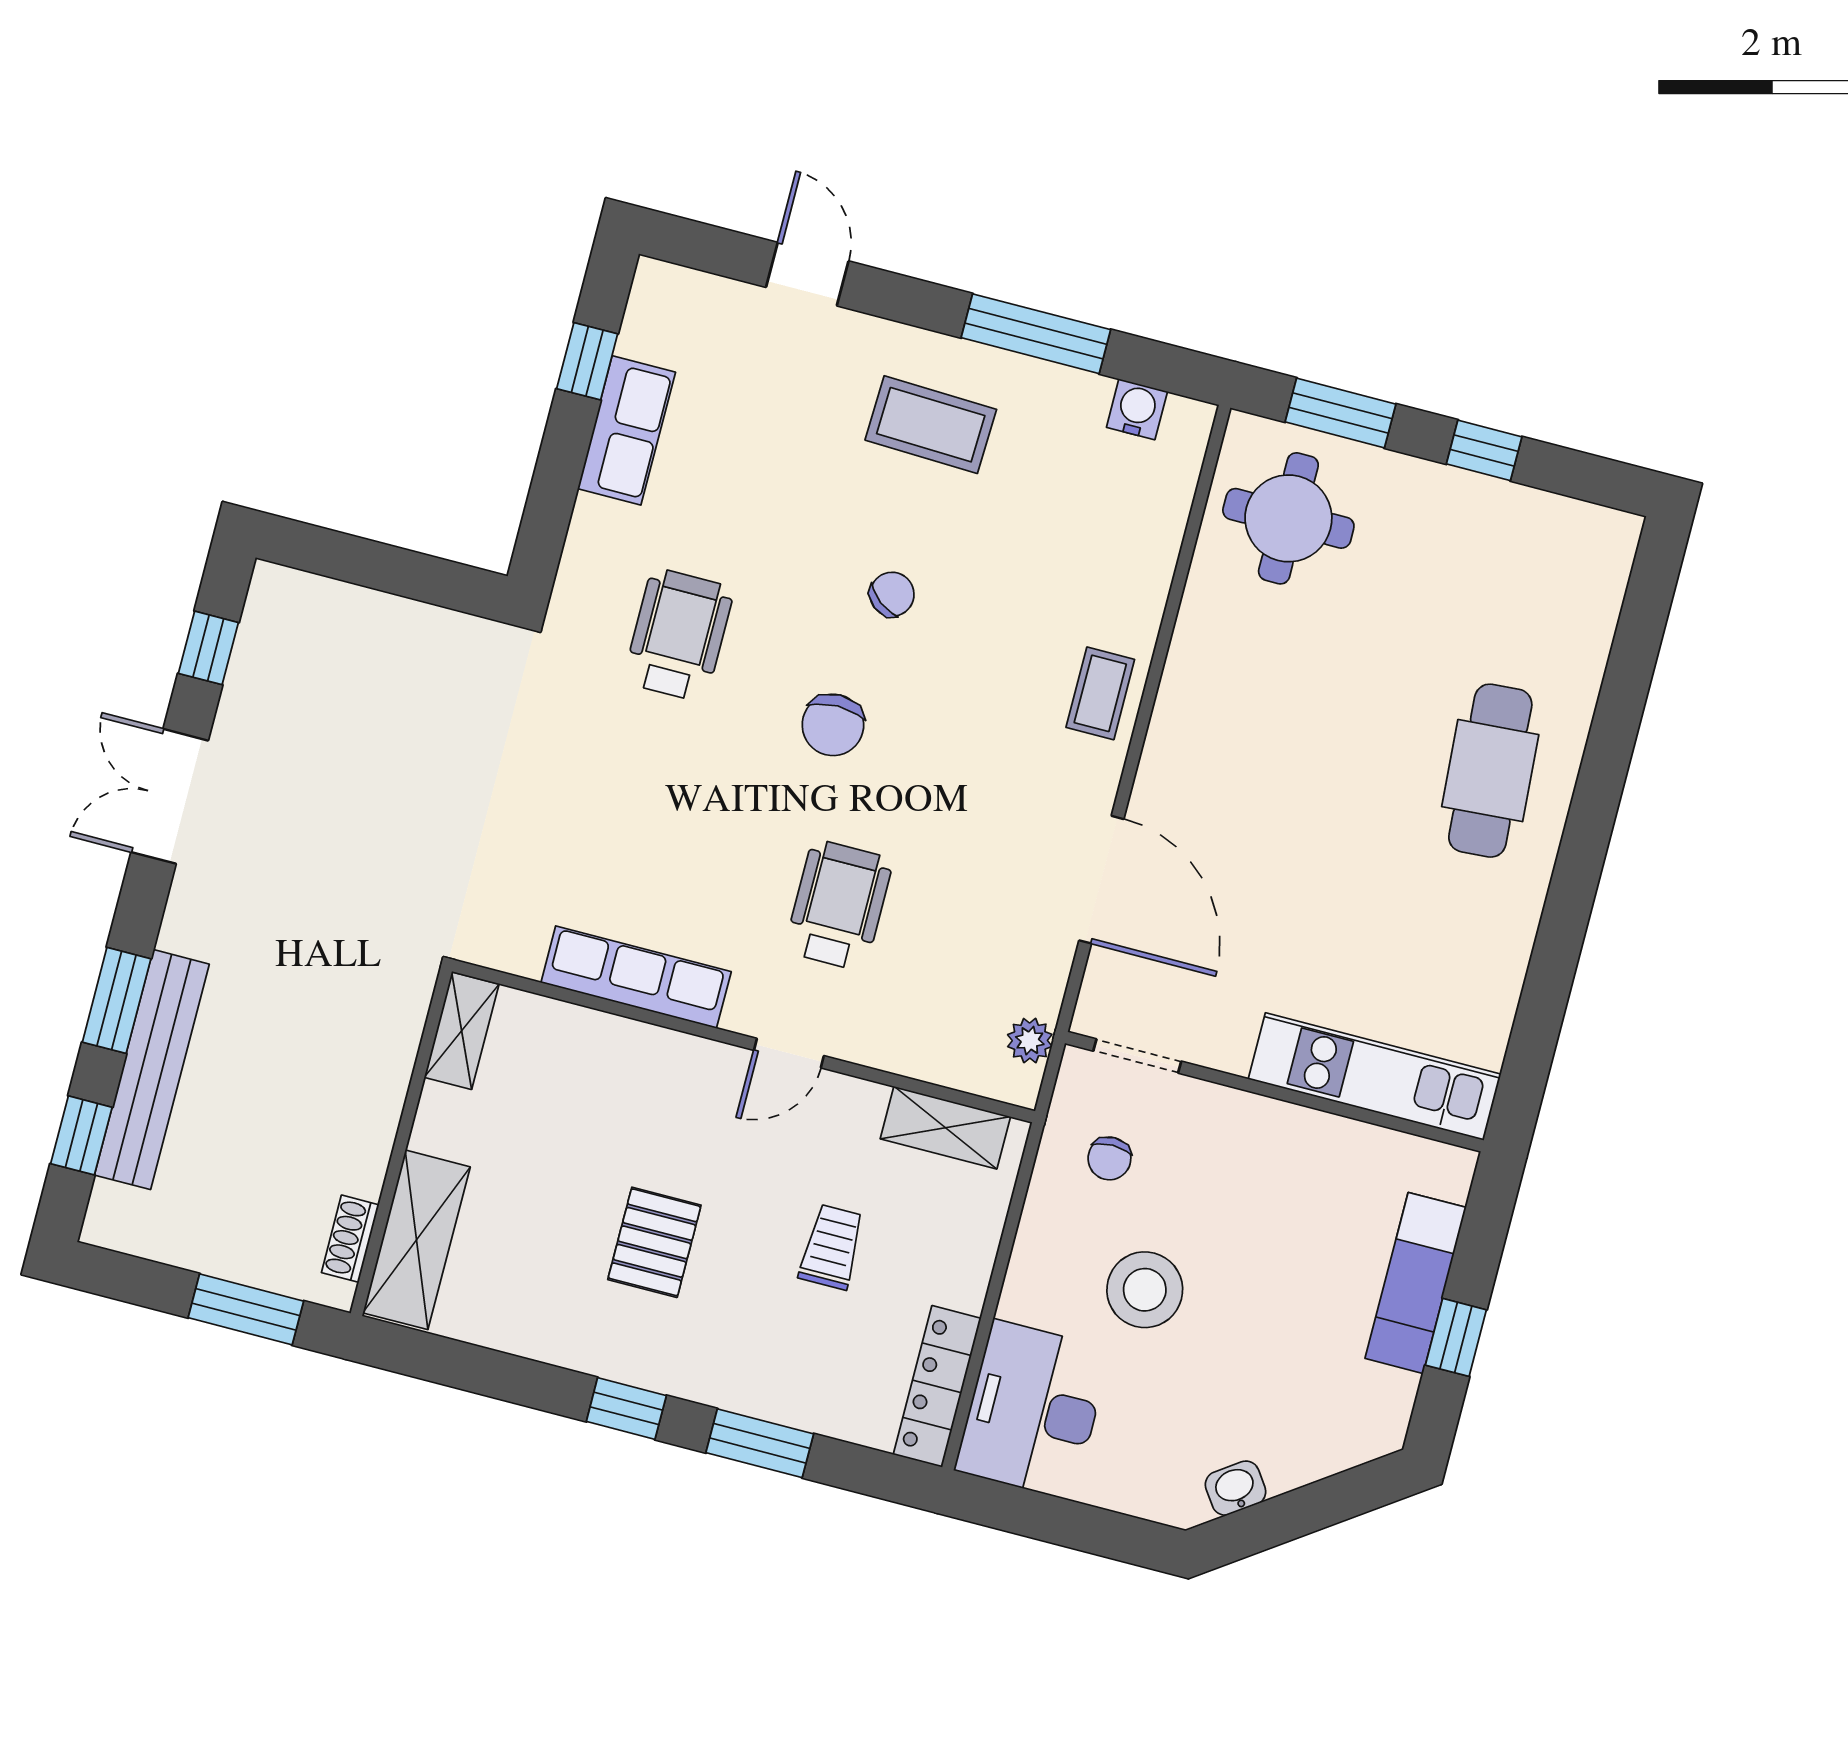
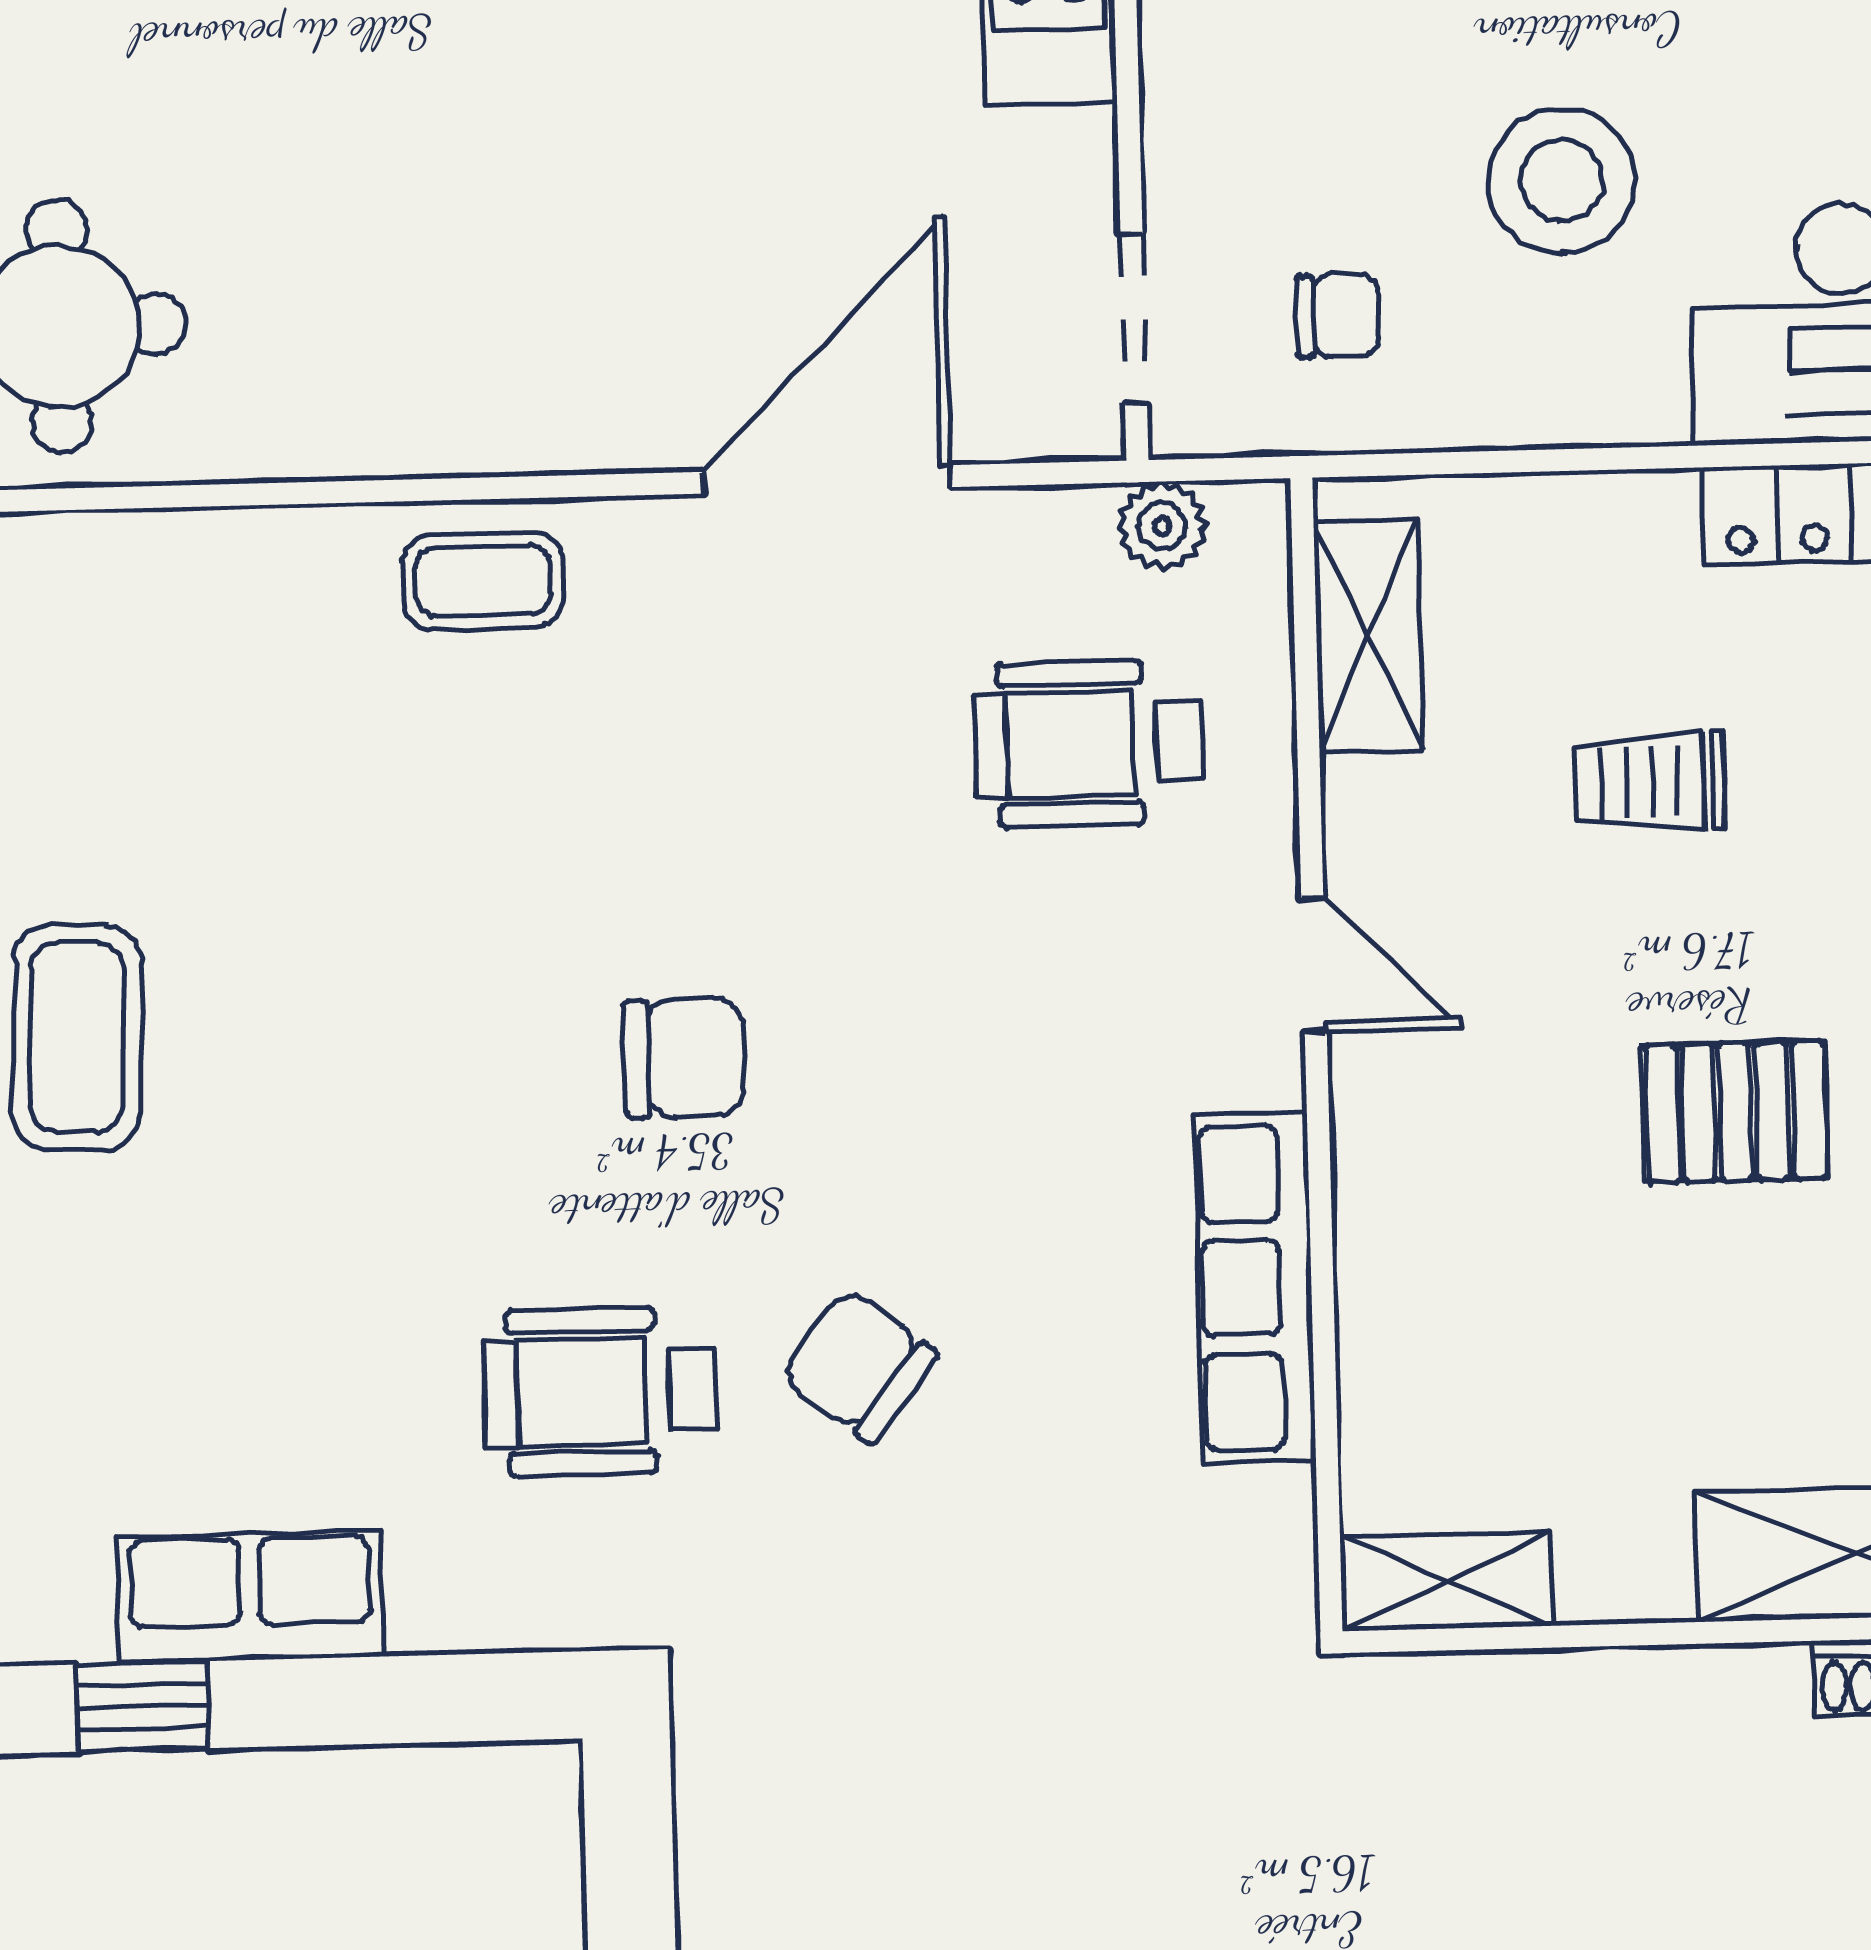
chair: (892, 594) -> (859, 1366), moved, width x1.37, depth x1.37
wheelchair: (839, 905) -> (1088, 744), moved

